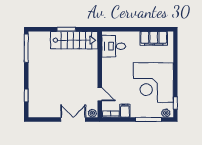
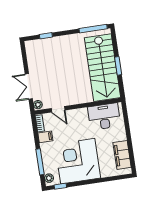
stairs: (74, 40) -> (103, 68), width x1.36, depth x1.51
desk: (114, 46) -> (104, 117), width x1.37
door: (100, 94) -> (58, 109), hinge flipped
double door: (73, 119) -> (29, 86), swing flipped

